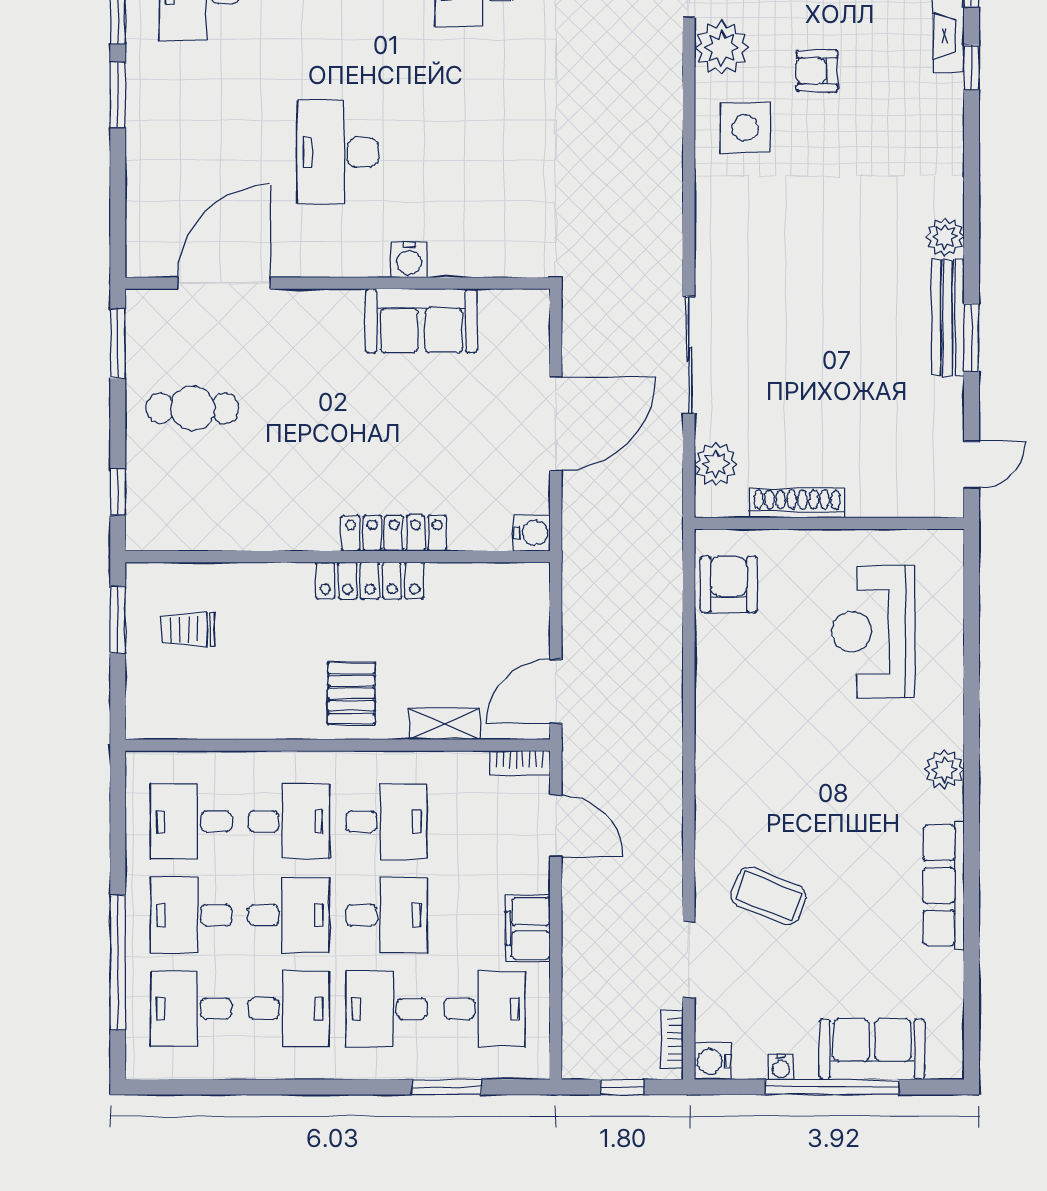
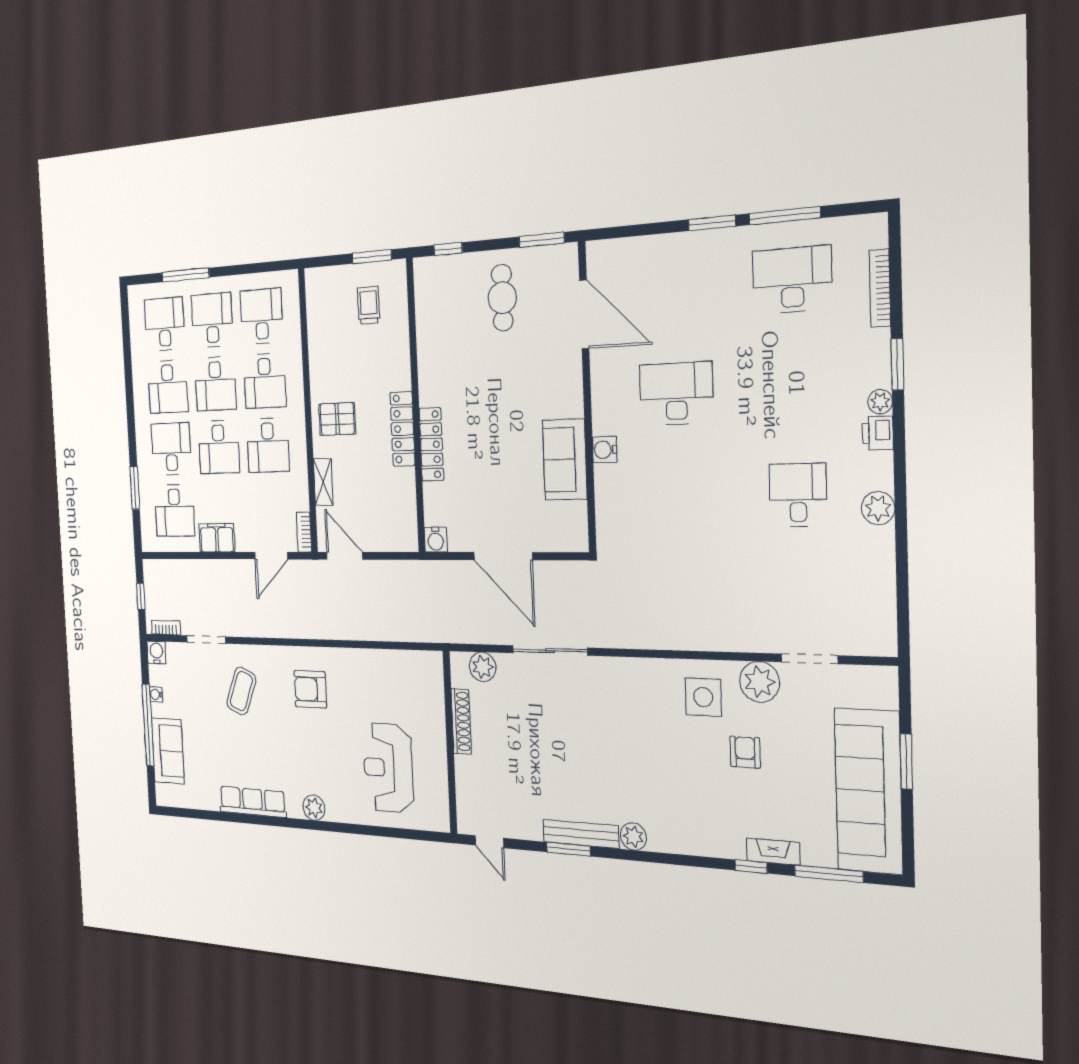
armchair: (729, 584) -> (310, 689), moved, turned 180
reception desk: (874, 632) -> (388, 768), turned -90
window: (118, 962) -> (185, 275), width x0.68

